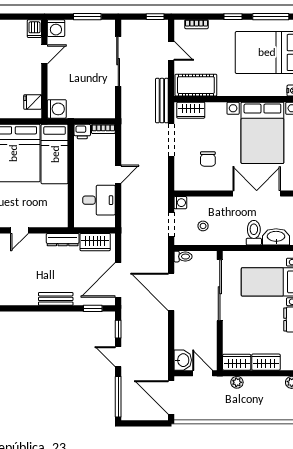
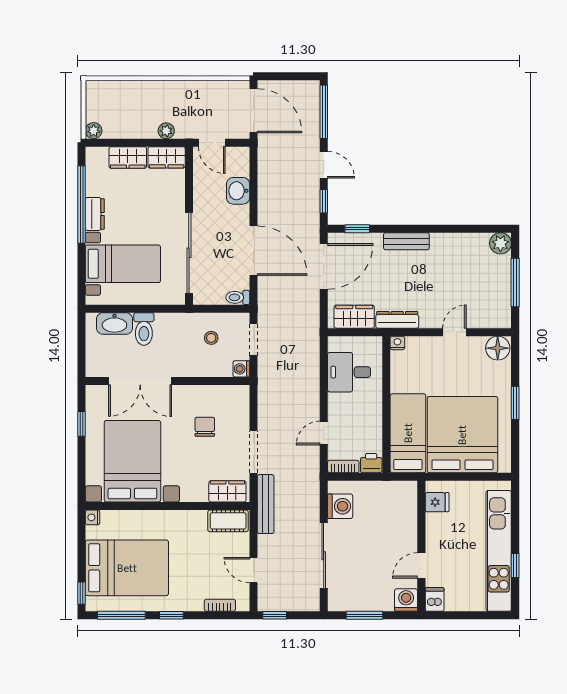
cot: (196, 85) -> (228, 521), width x0.73, depth x0.75
washing machine: (57, 109) -> (340, 506), moved, turned 180
door: (118, 174) -> (324, 433), moved
nightstand: (63, 222) -> (397, 343), added
washbasin: (183, 360) -> (238, 191), moved

